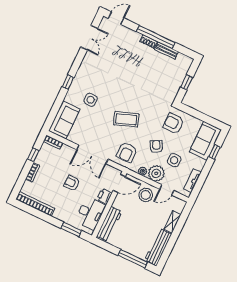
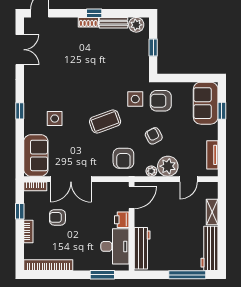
window: (156, 37) -> (94, 13), width x0.32
plant: (182, 60) -> (136, 25), added
double door: (92, 154) -> (71, 179), moved
side table: (174, 160) -> (135, 99), moved
armchair: (72, 183) -> (57, 217), moved
stool: (146, 195) -> (168, 196), removed

